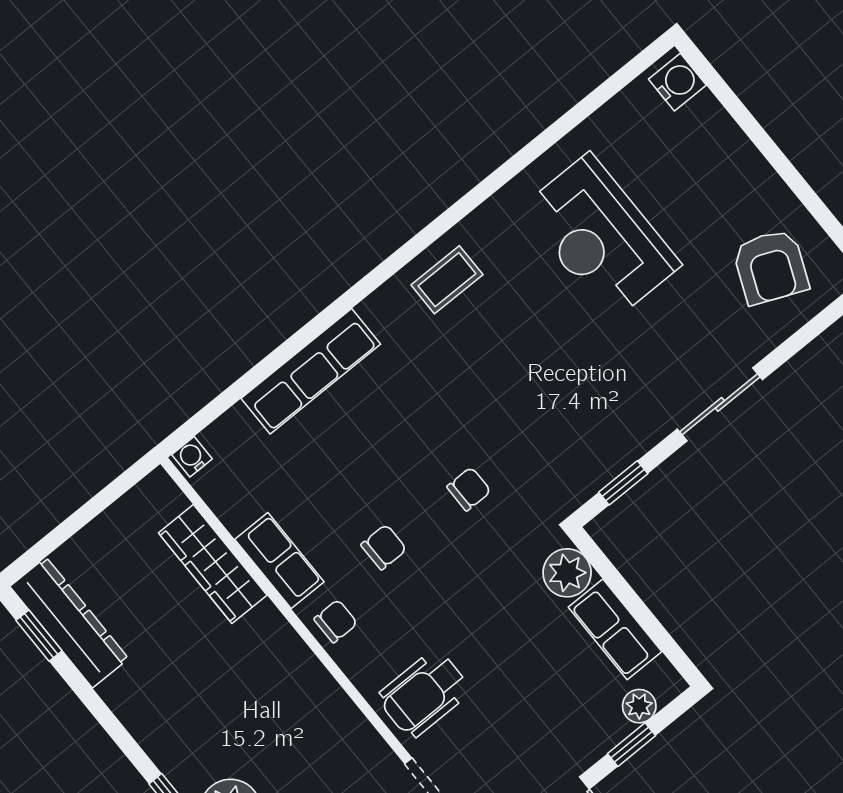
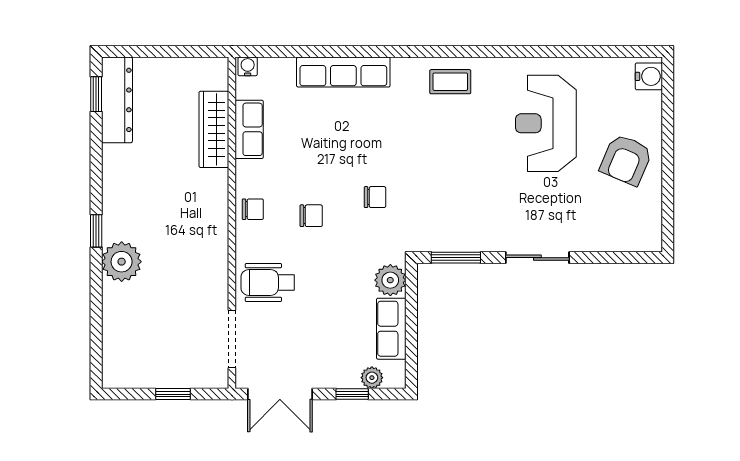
armchair: (771, 267) -> (626, 160), moved
window: (623, 483) -> (456, 258), width x1.50
chair: (384, 547) -> (311, 216), moved
row of seats: (279, 561) -> (249, 129), moved

